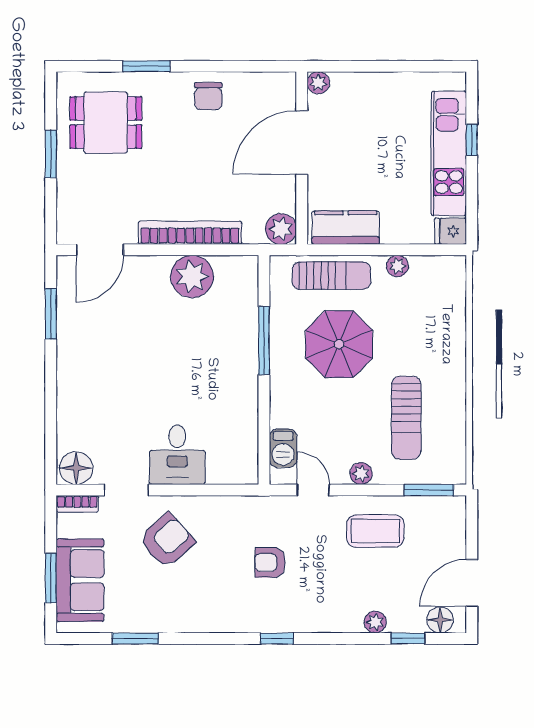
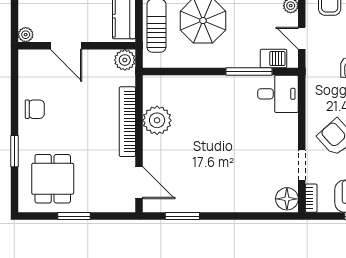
door: (302, 143) -> (66, 46), width x0.73
window: (264, 341) -> (249, 71), moved
desk: (177, 455) -> (278, 94), moved
door: (313, 490) -> (302, 38), hinge flipped

